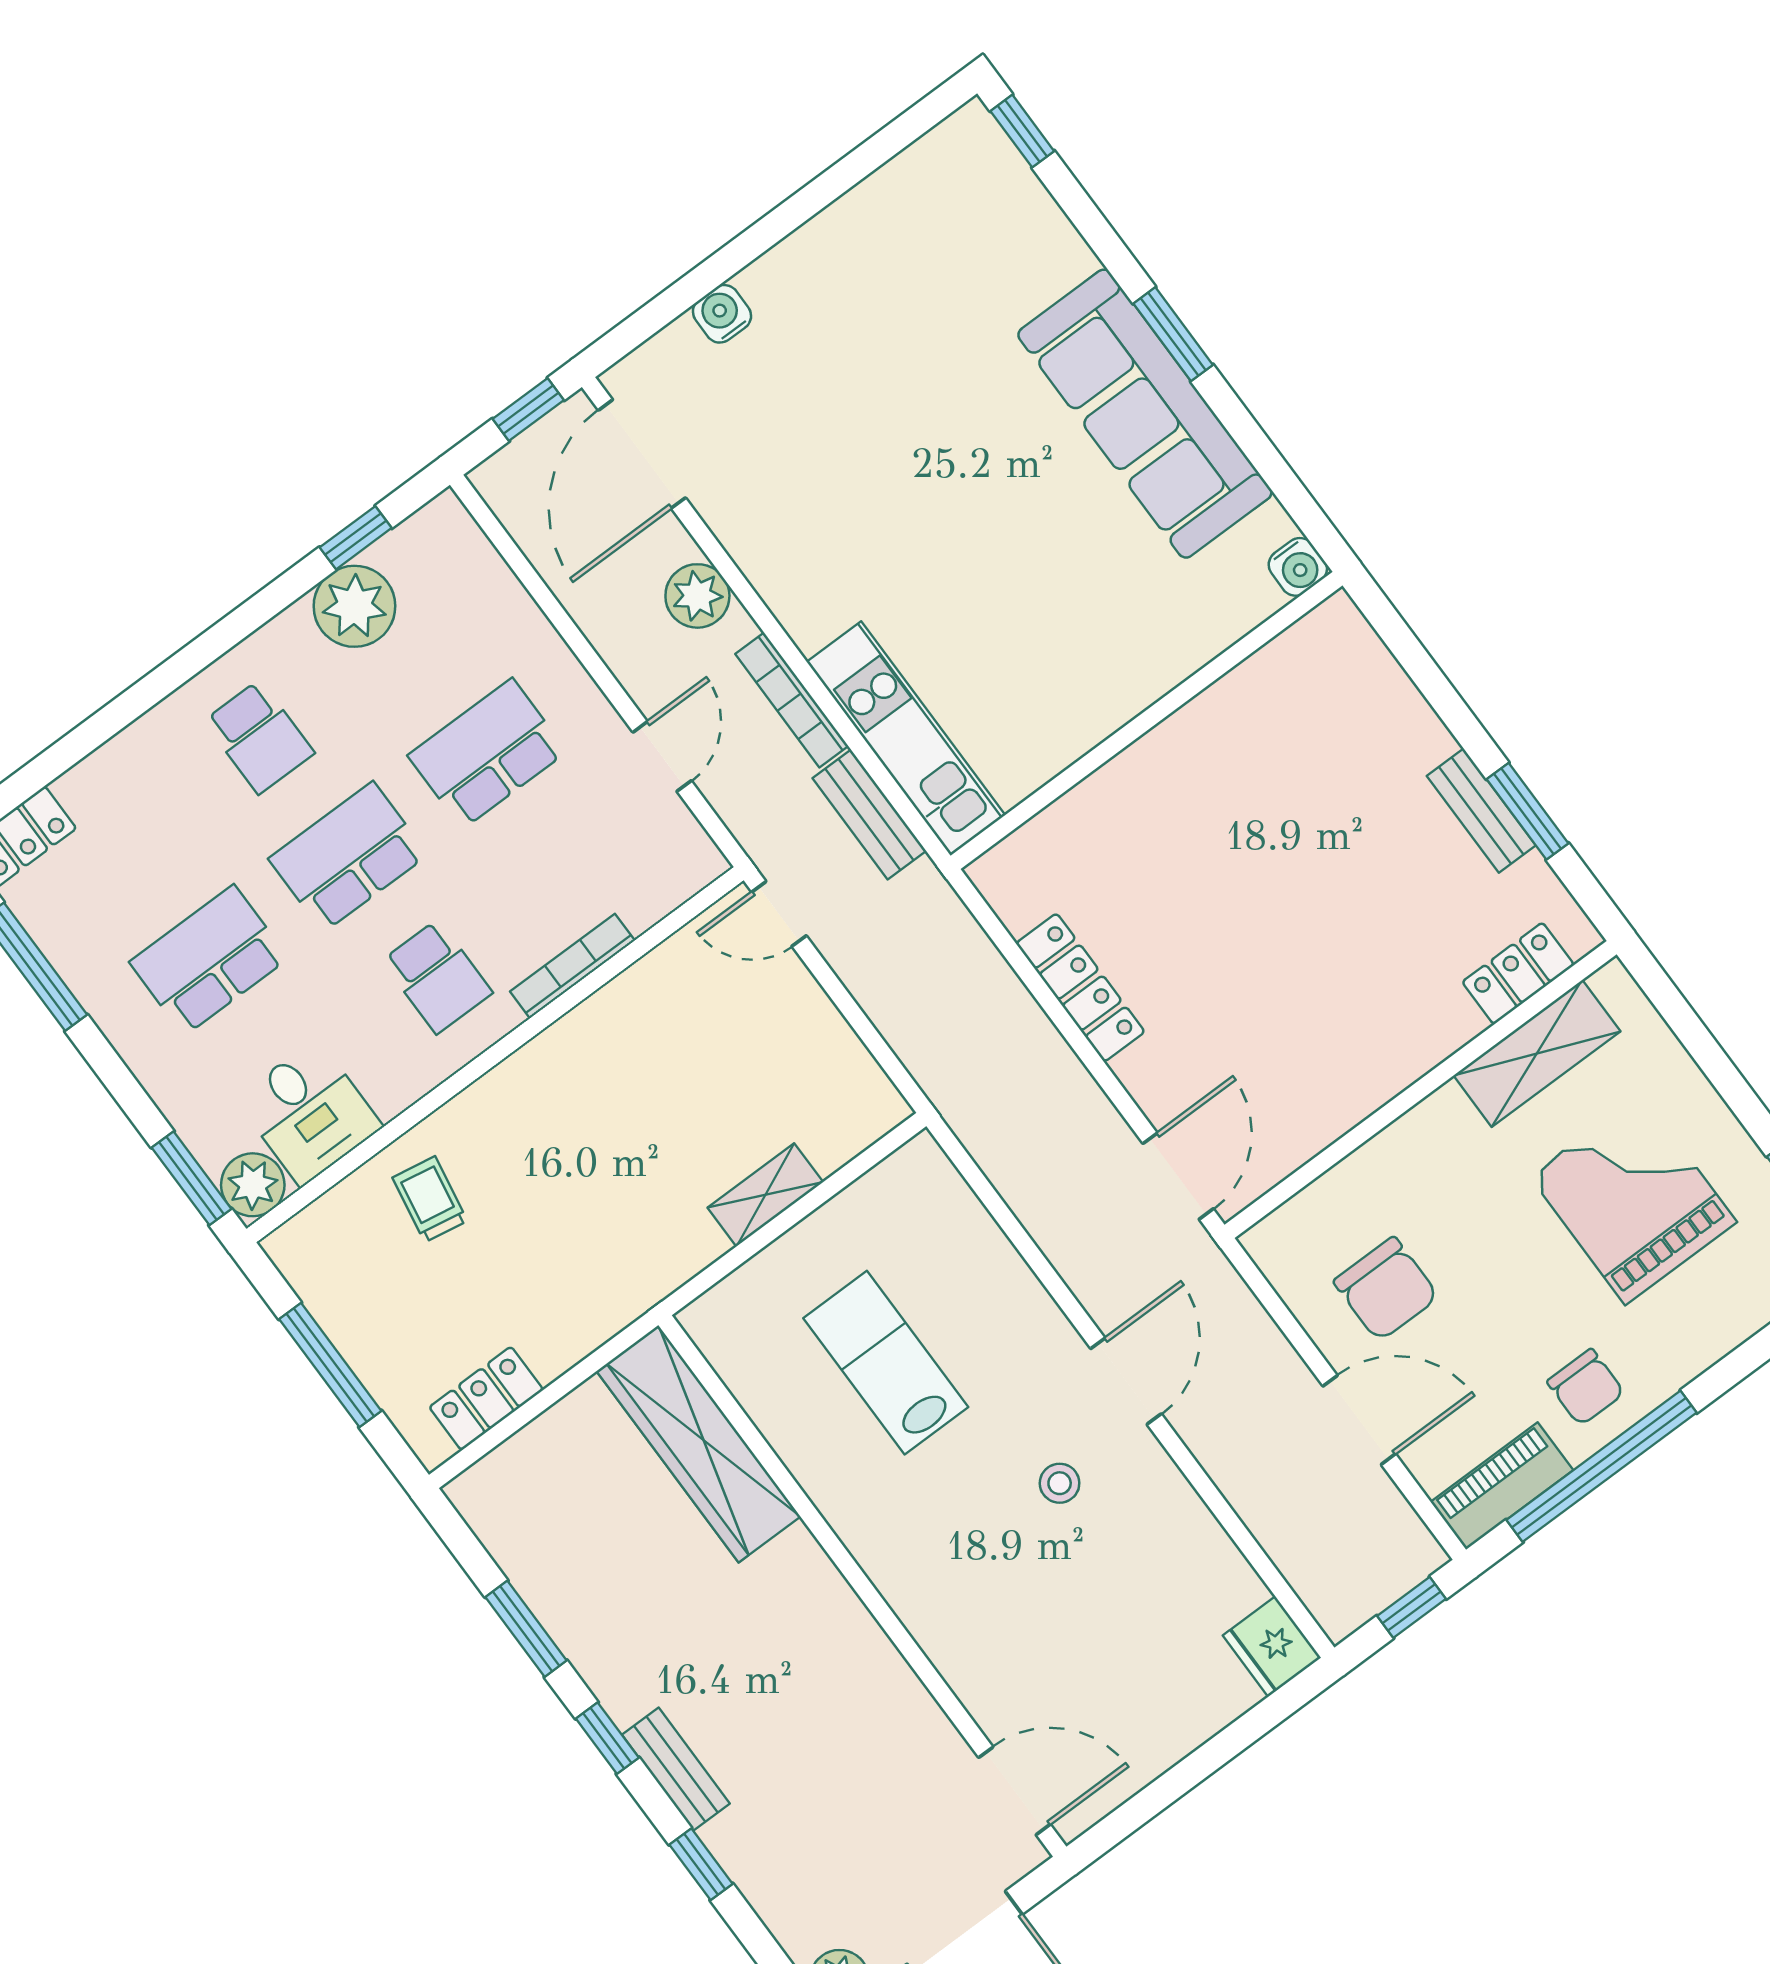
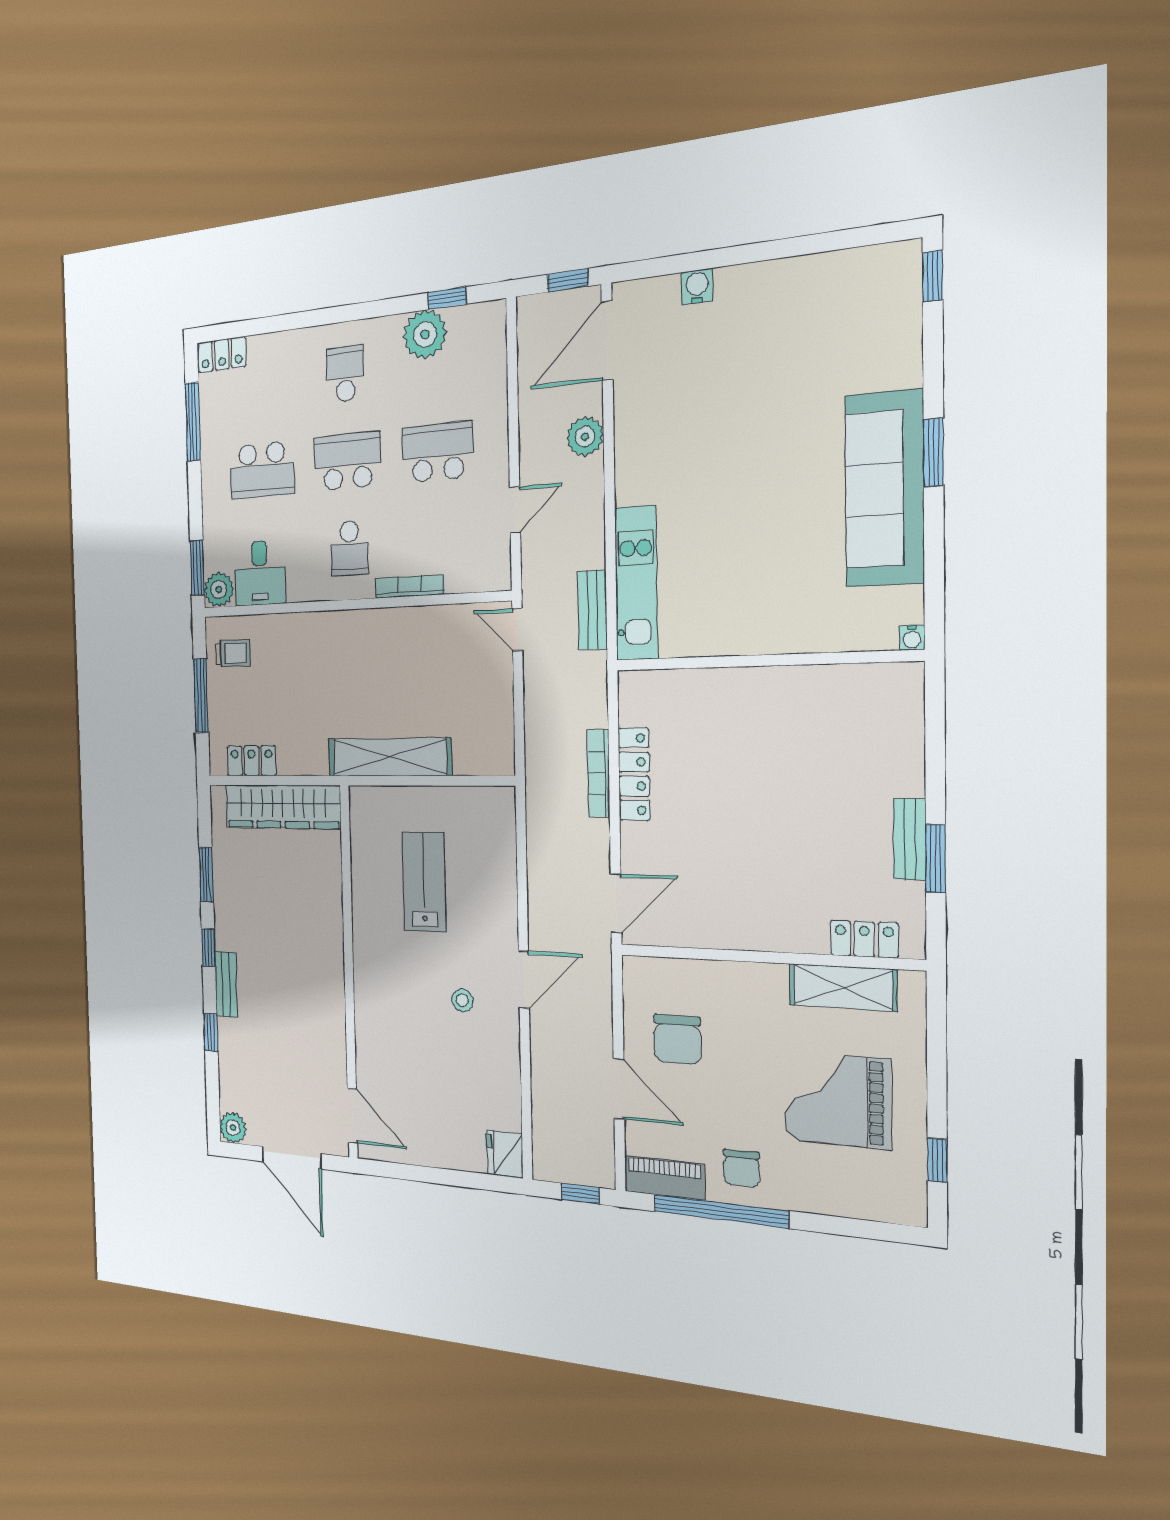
water cooler: (1298, 567) -> (912, 638), width x0.72, depth x0.72
bookcase: (792, 700) -> (599, 773), moved
school desk: (259, 737) -> (345, 374), turned 180
school desk: (209, 960) -> (262, 470), turned 180
shelving: (765, 1195) -> (389, 757), width x2.20, depth x1.33
trolley: (430, 1199) -> (233, 653), moved, turned 80
grand piano: (1633, 1199) -> (837, 1100), turned -90
wardrobe: (698, 1444) -> (283, 807), moved, turned -90

